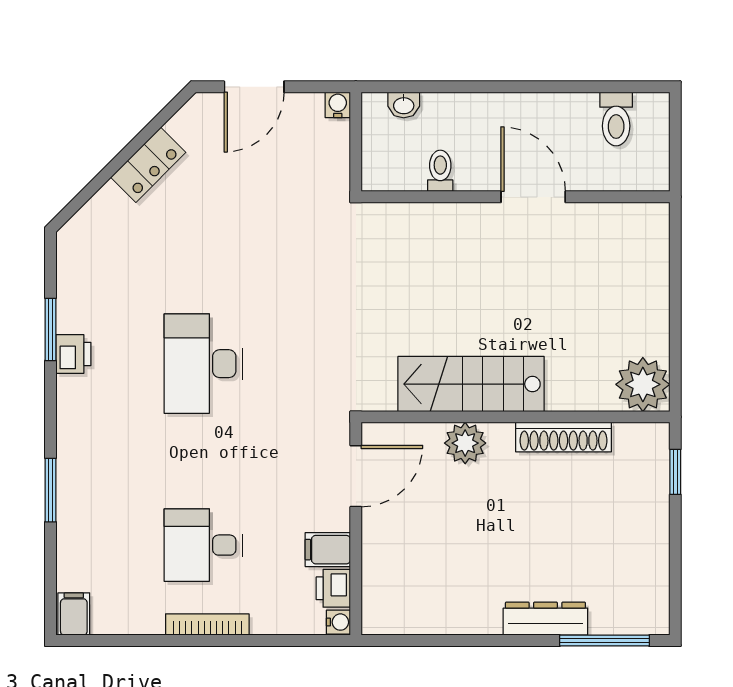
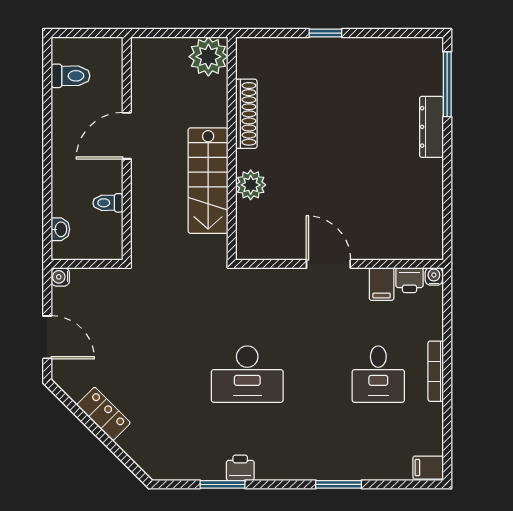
stairs: (471, 384) -> (208, 181), moved
plant: (643, 384) -> (208, 57), moved
wall: (516, 417) -> (232, 148), moved
shoe rack: (563, 437) -> (246, 114), moved
plant: (465, 443) -> (251, 185), moved

